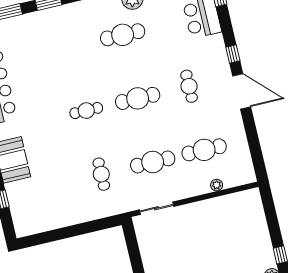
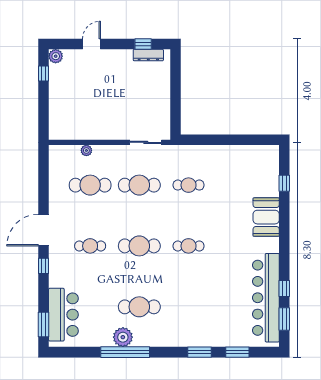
cafe table: (189, 86) -> (90, 246), turned 90
door: (242, 91) -> (44, 230), hinge flipped
cafe table: (101, 174) -> (189, 185), turned 90

